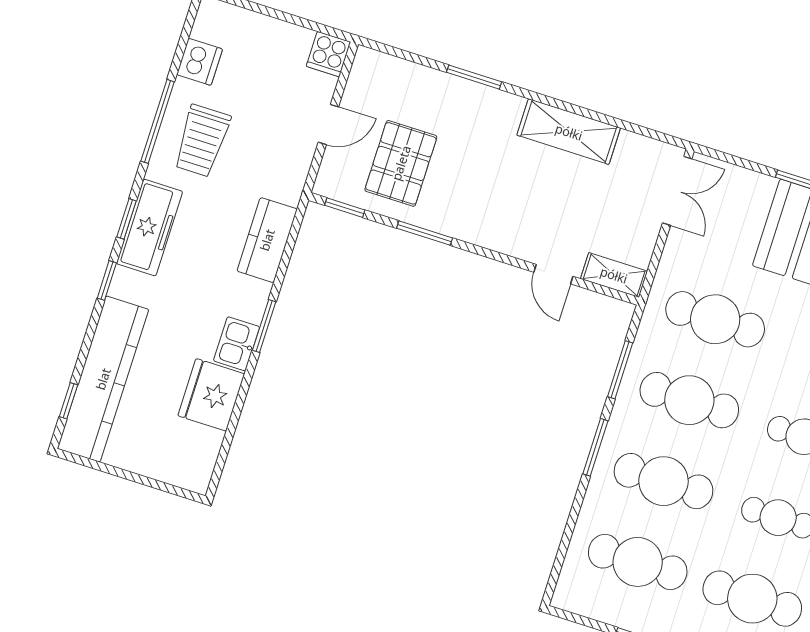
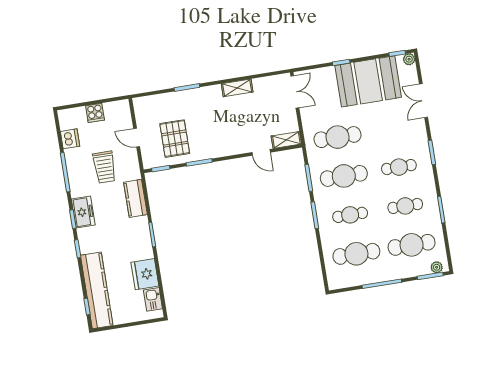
cooker: (328, 54) -> (95, 113), moved
door: (328, 124) -> (137, 138), swing flipped
shelving: (569, 132) -> (237, 88), width x0.67, depth x0.75
trolley: (202, 141) -> (105, 167), moved
freezer: (149, 228) -> (83, 212), width x0.71
kitchen sink: (237, 344) -> (153, 299), moved
cafe table: (663, 481) -> (350, 215), width x0.73, depth x0.74

